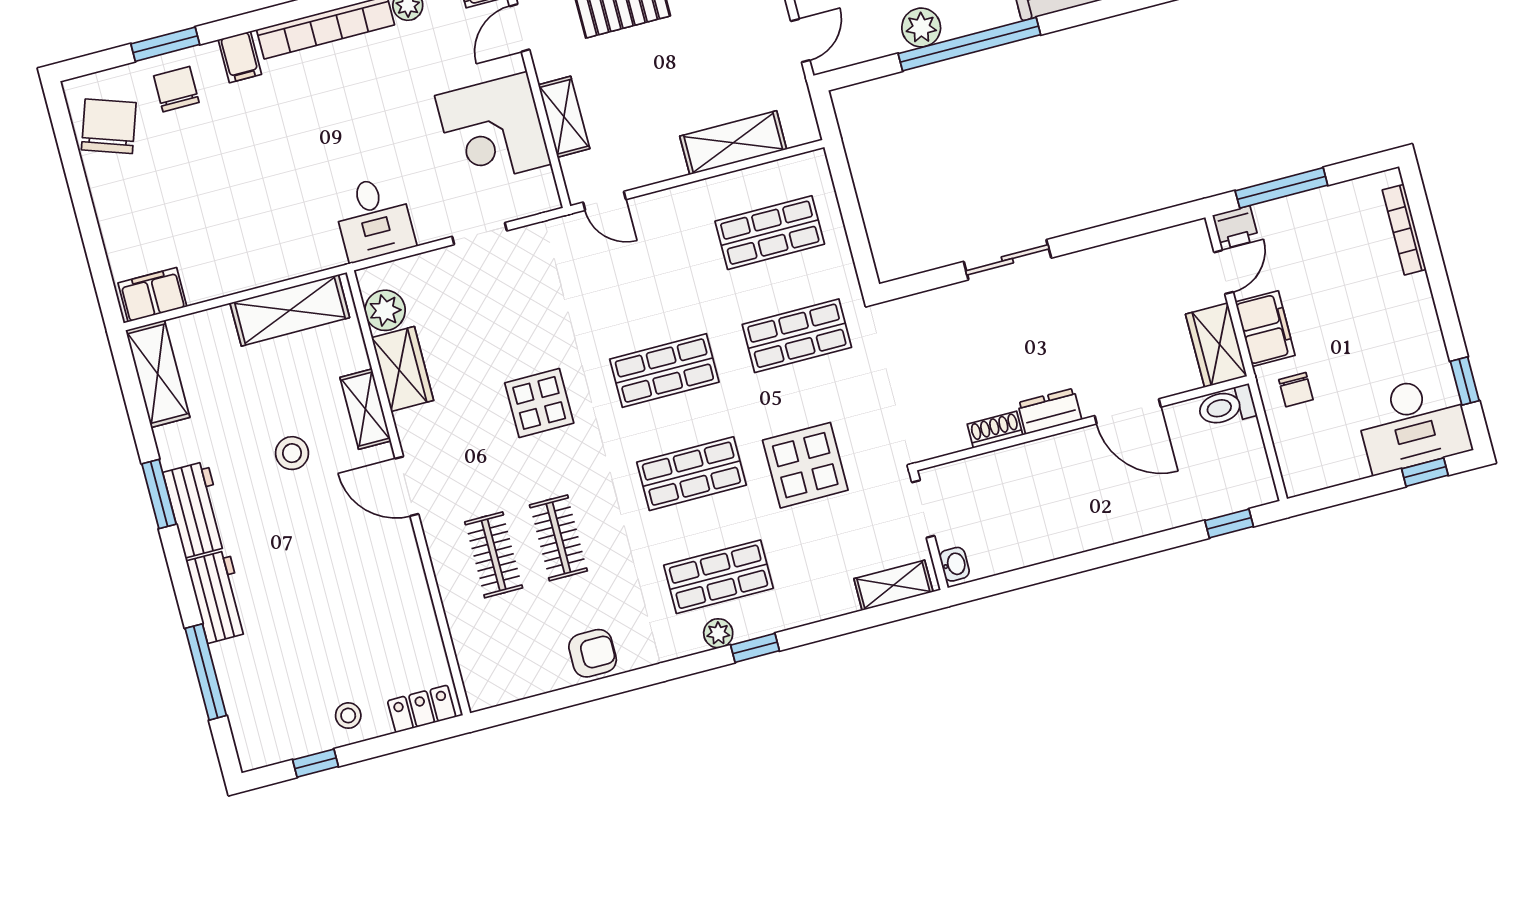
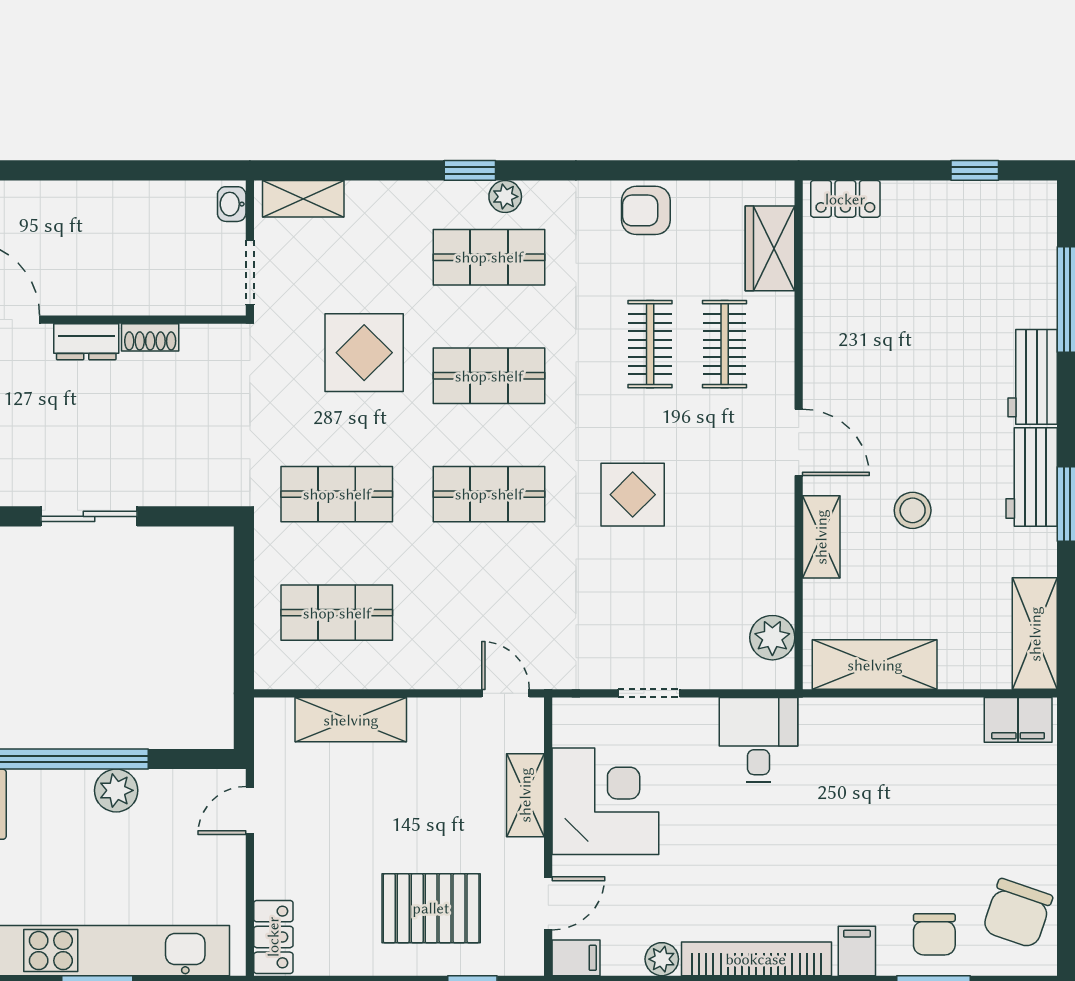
wardrobe: (403, 369) -> (770, 248), moved
stool: (348, 716) -> (926, 212), removed

